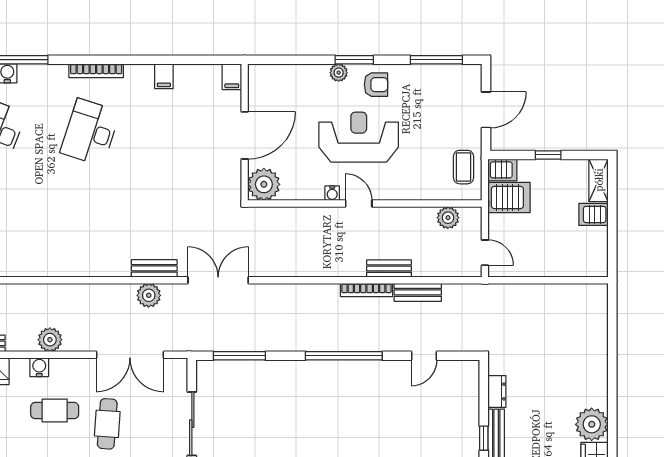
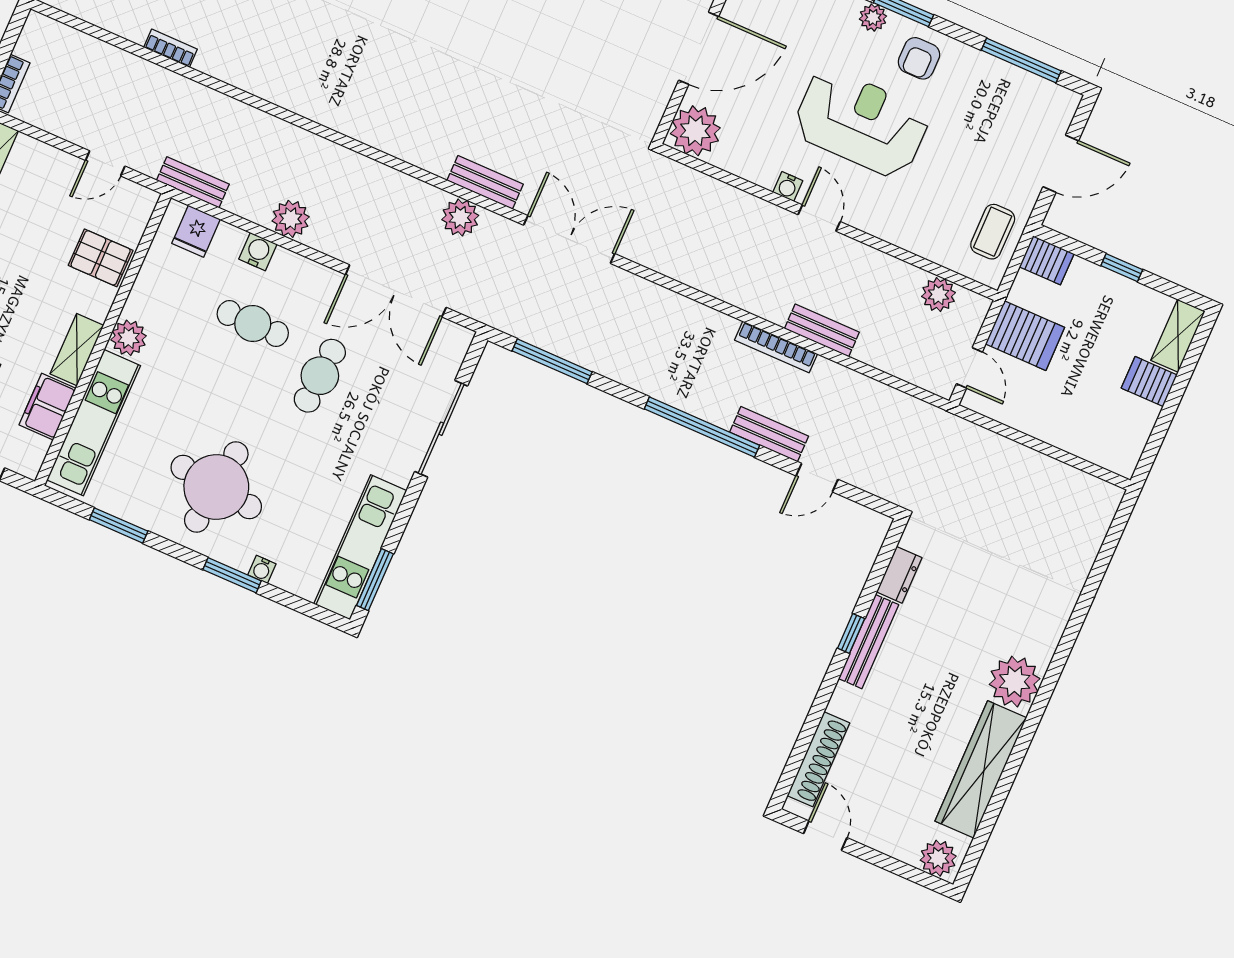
armchair: (376, 85) -> (919, 58), turned 90
server rack: (509, 197) -> (1025, 336), moved
bench: (418, 292) -> (769, 434), moved

